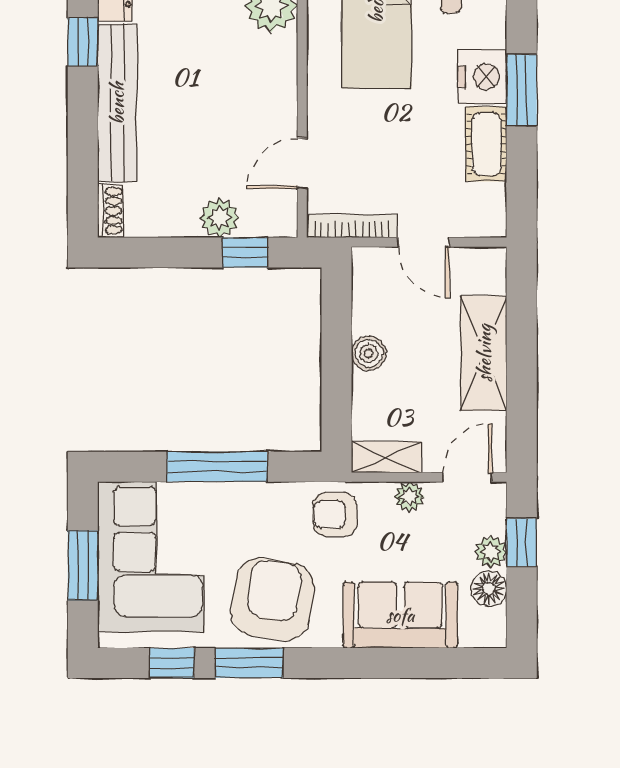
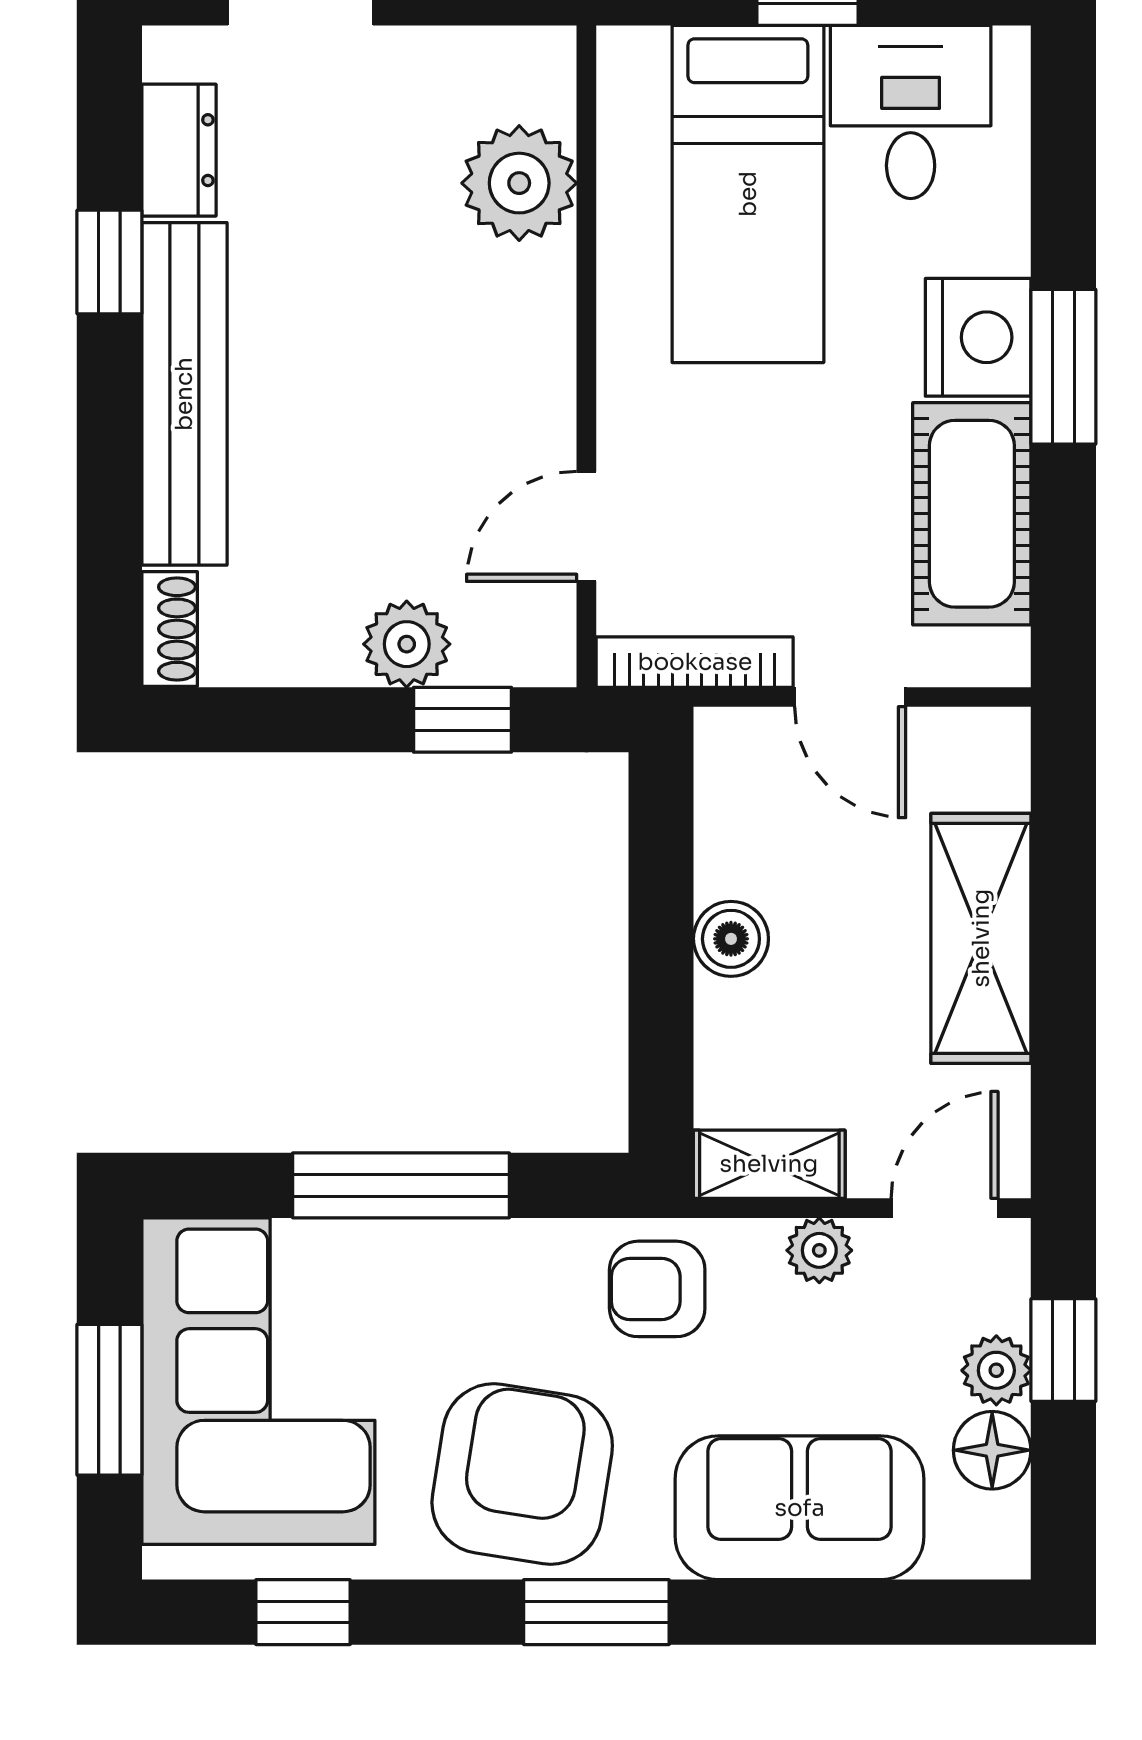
cot: (486, 144) -> (972, 514), width x1.37, depth x1.34
window: (249, 663) -> (596, 1612), moved

